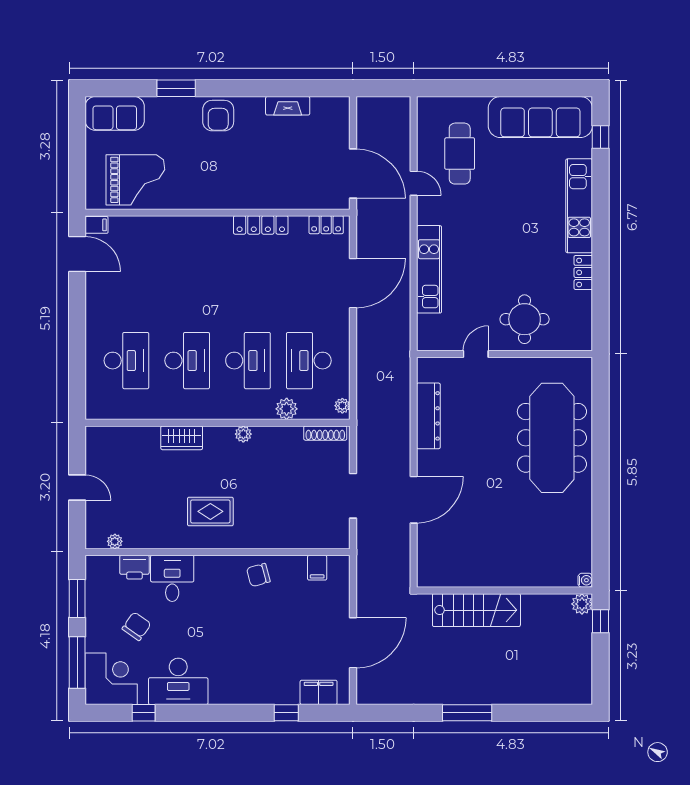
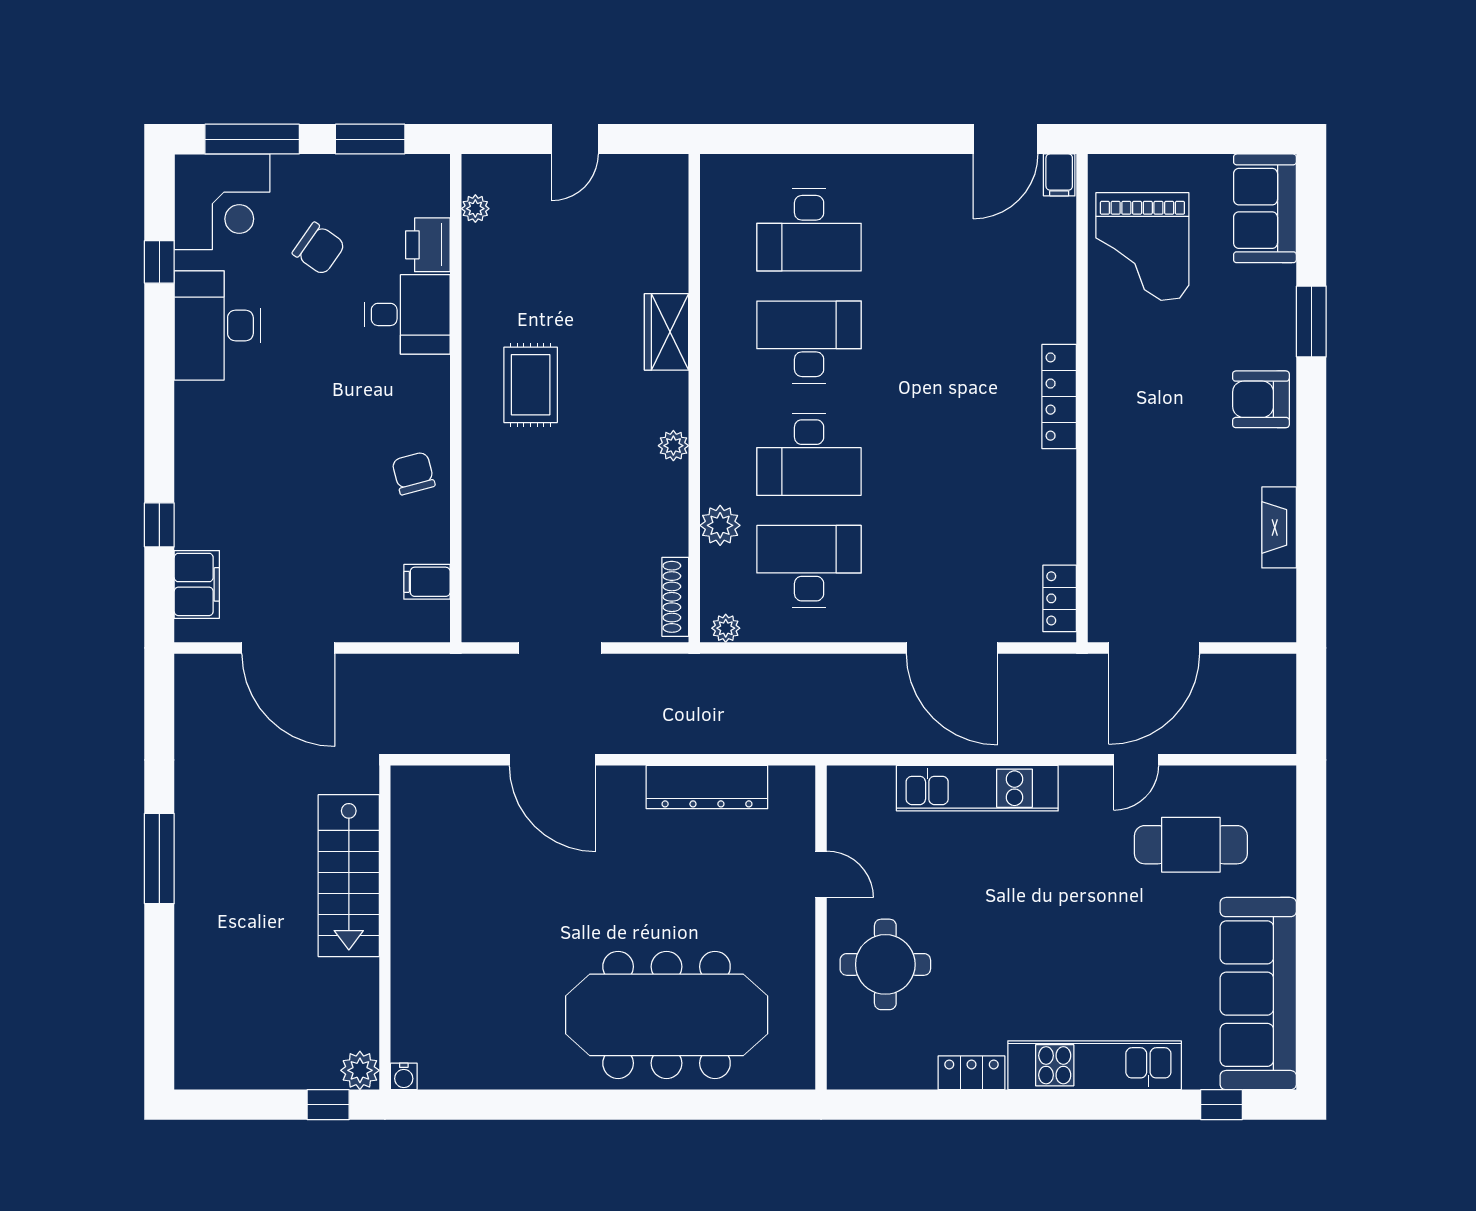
locker: (261, 225) -> (1059, 397), moved
desk: (187, 361) -> (809, 342), turned 180

